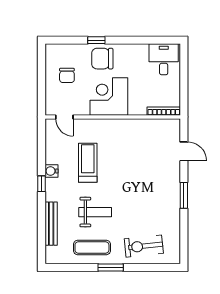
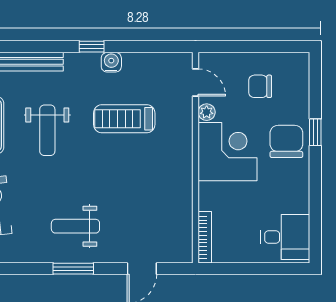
plant: (83, 110) -> (207, 112), added
door: (64, 117) -> (195, 82), swing flipped
treadmill: (88, 163) -> (124, 119), turned 180
weight bench: (157, 194) -> (75, 226), added

